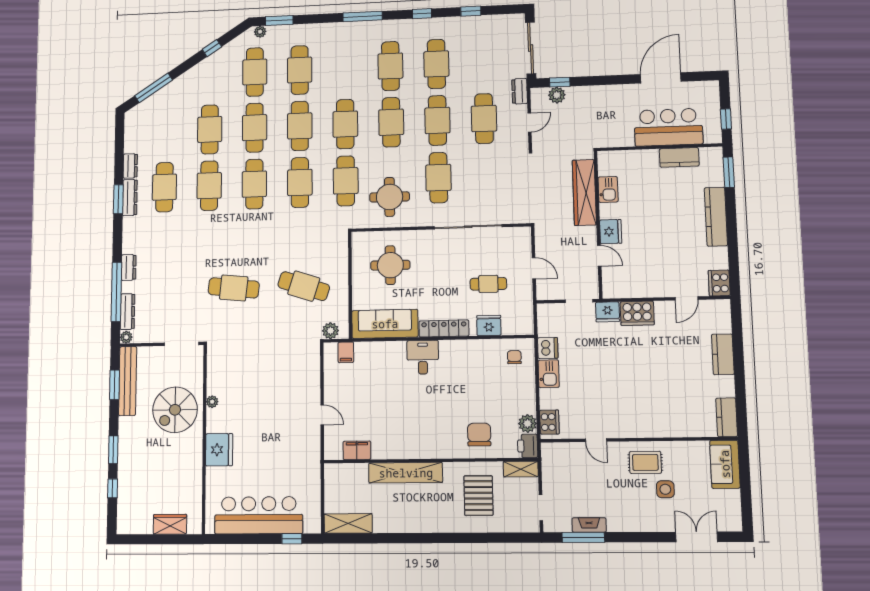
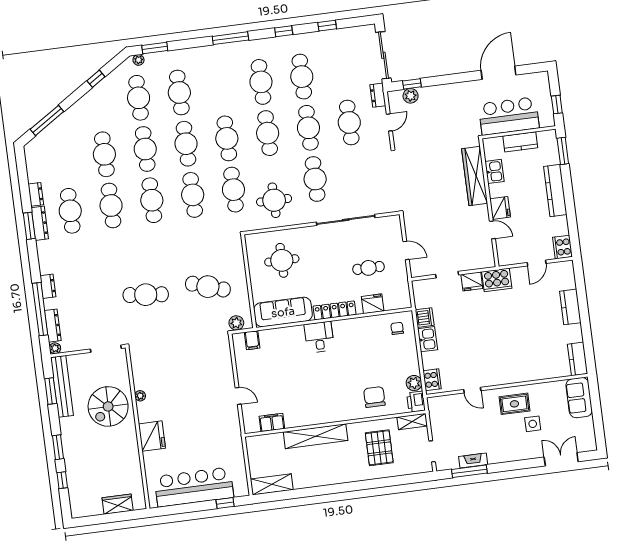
kitchen sink: (608, 189) -> (495, 171), moved
wardrobe: (584, 192) -> (475, 176), moved
wall: (598, 224) -> (489, 203), moved
fridge: (611, 232) -> (500, 208), moved
door: (599, 256) -> (492, 230), moved

